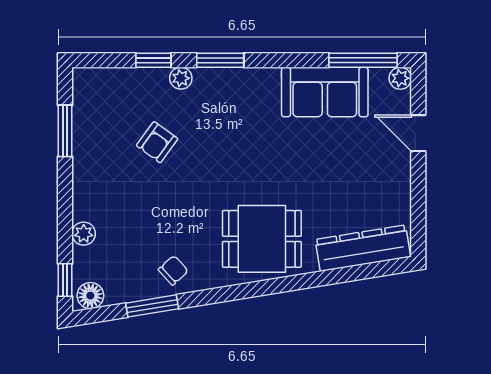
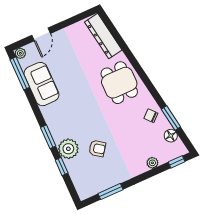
plant: (181, 78) -> (68, 149), width x1.88, depth x1.88
floor lamp: (90, 296) -> (171, 136), moved

